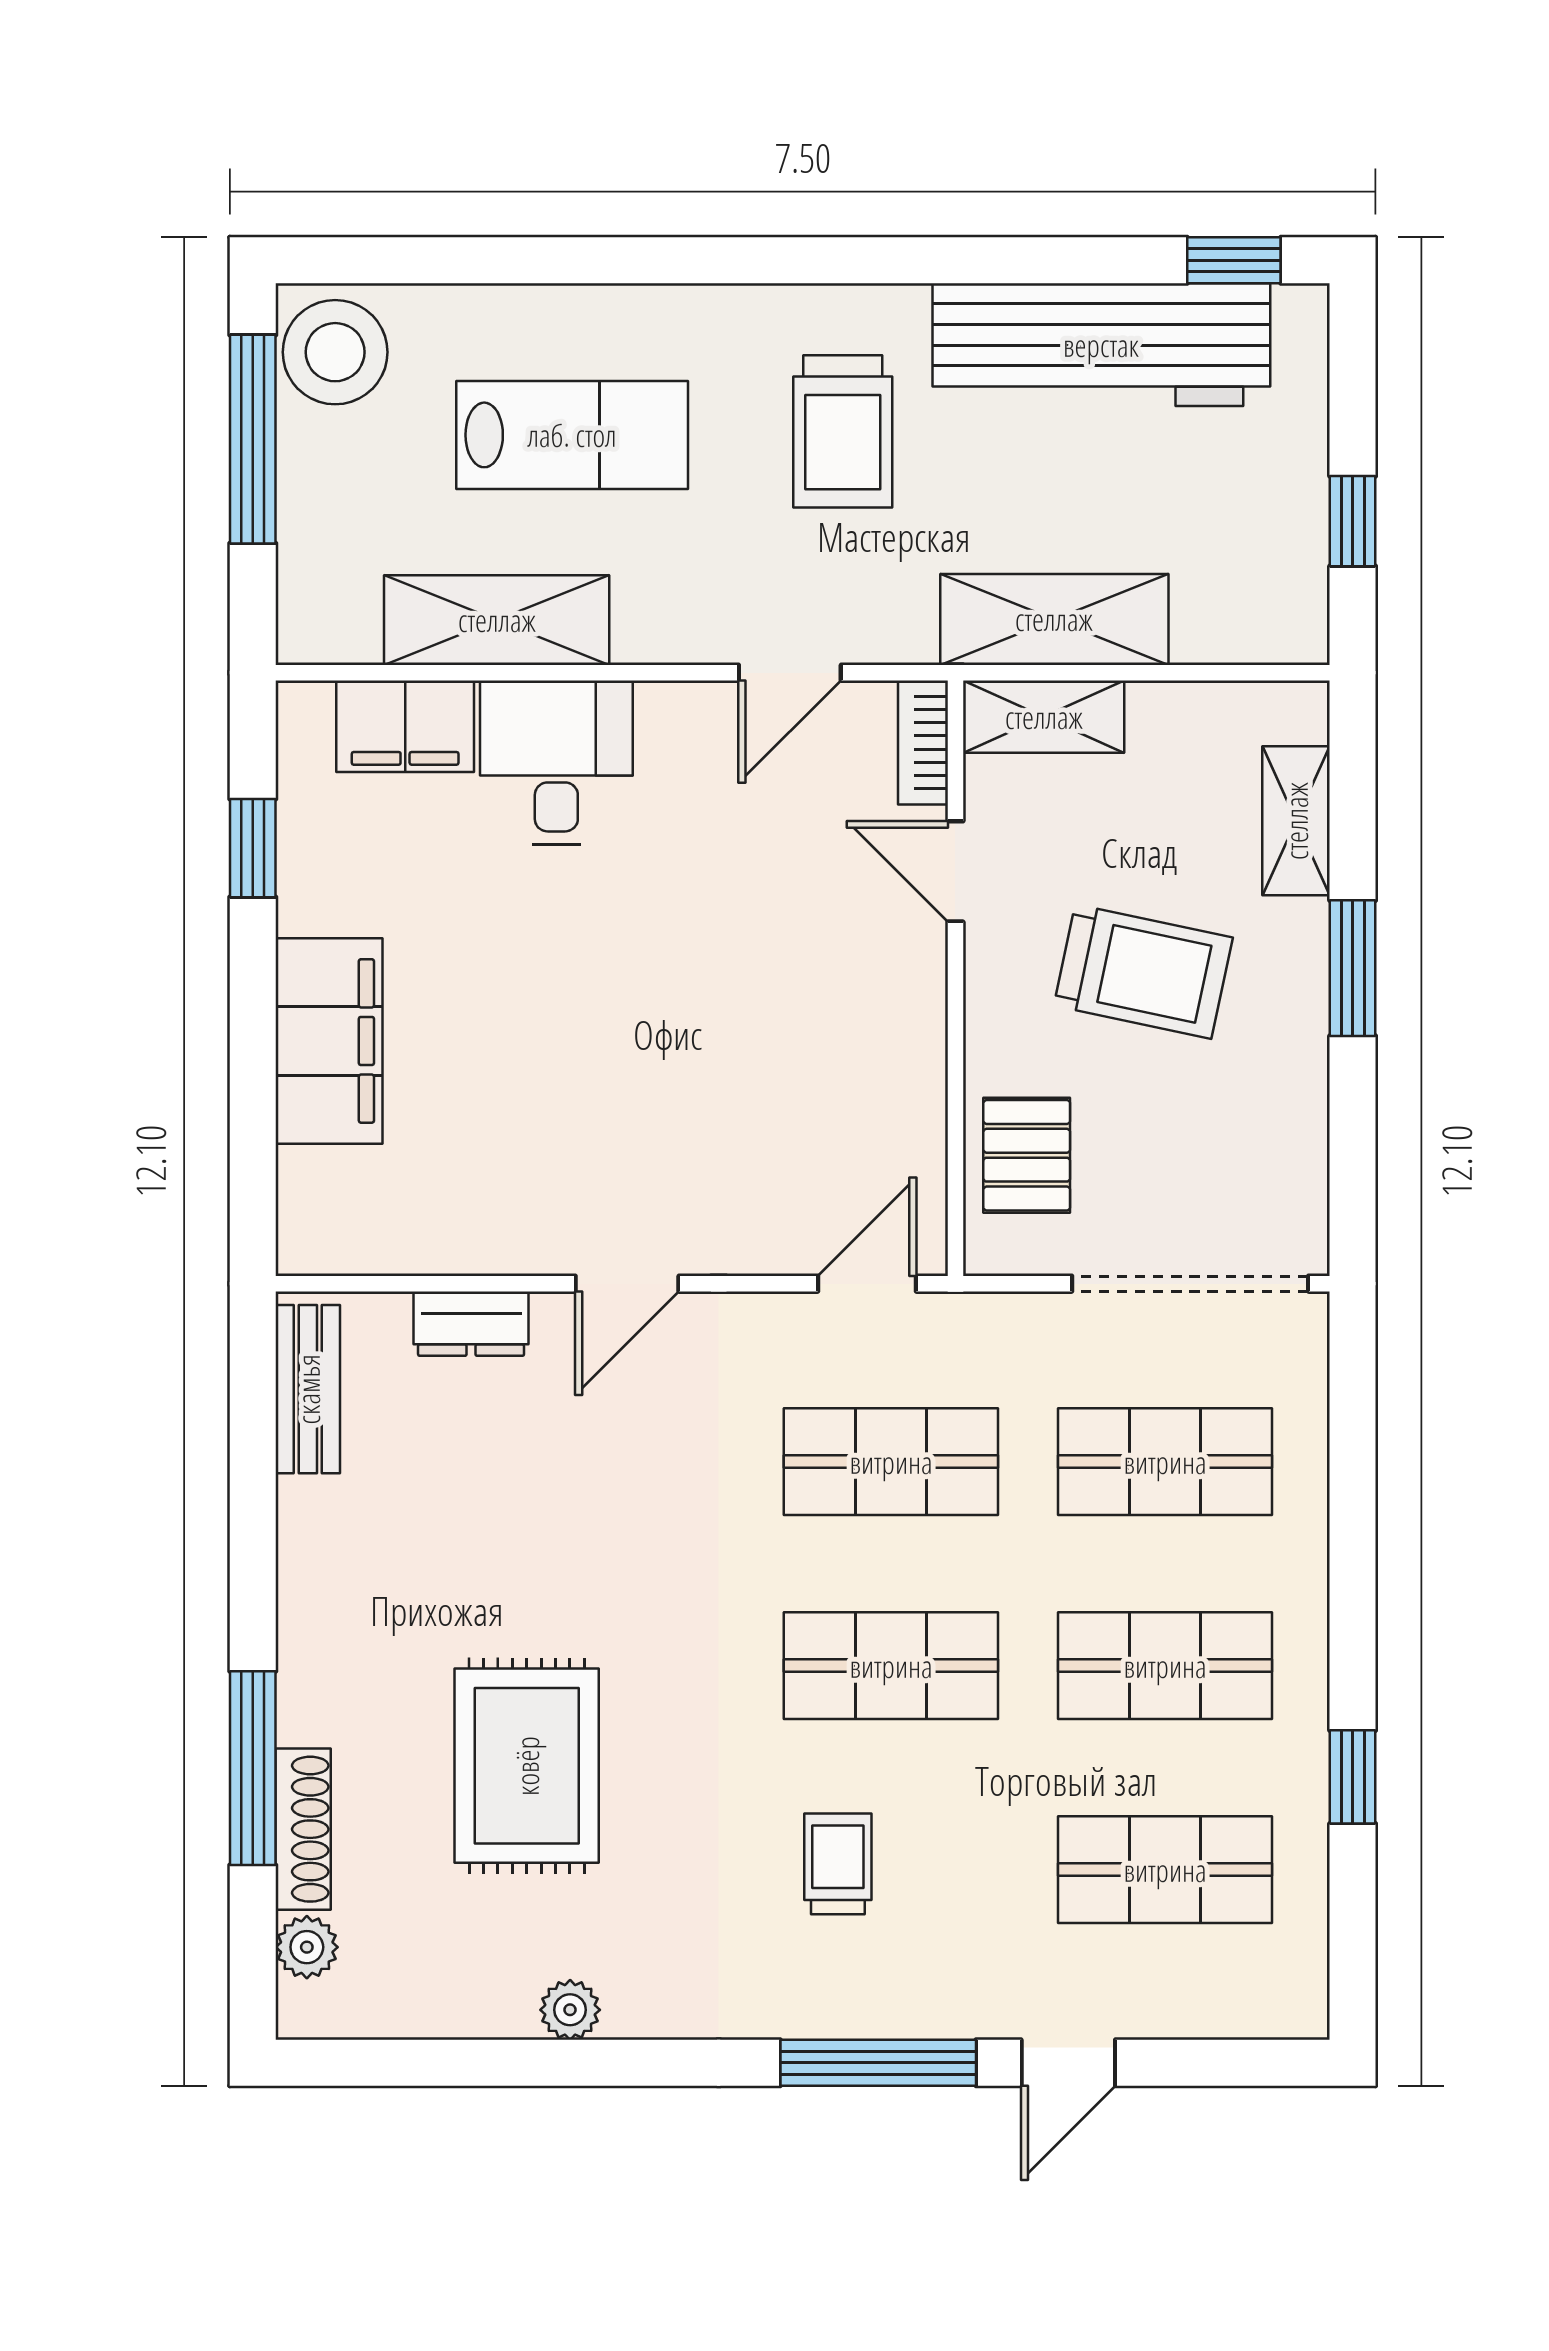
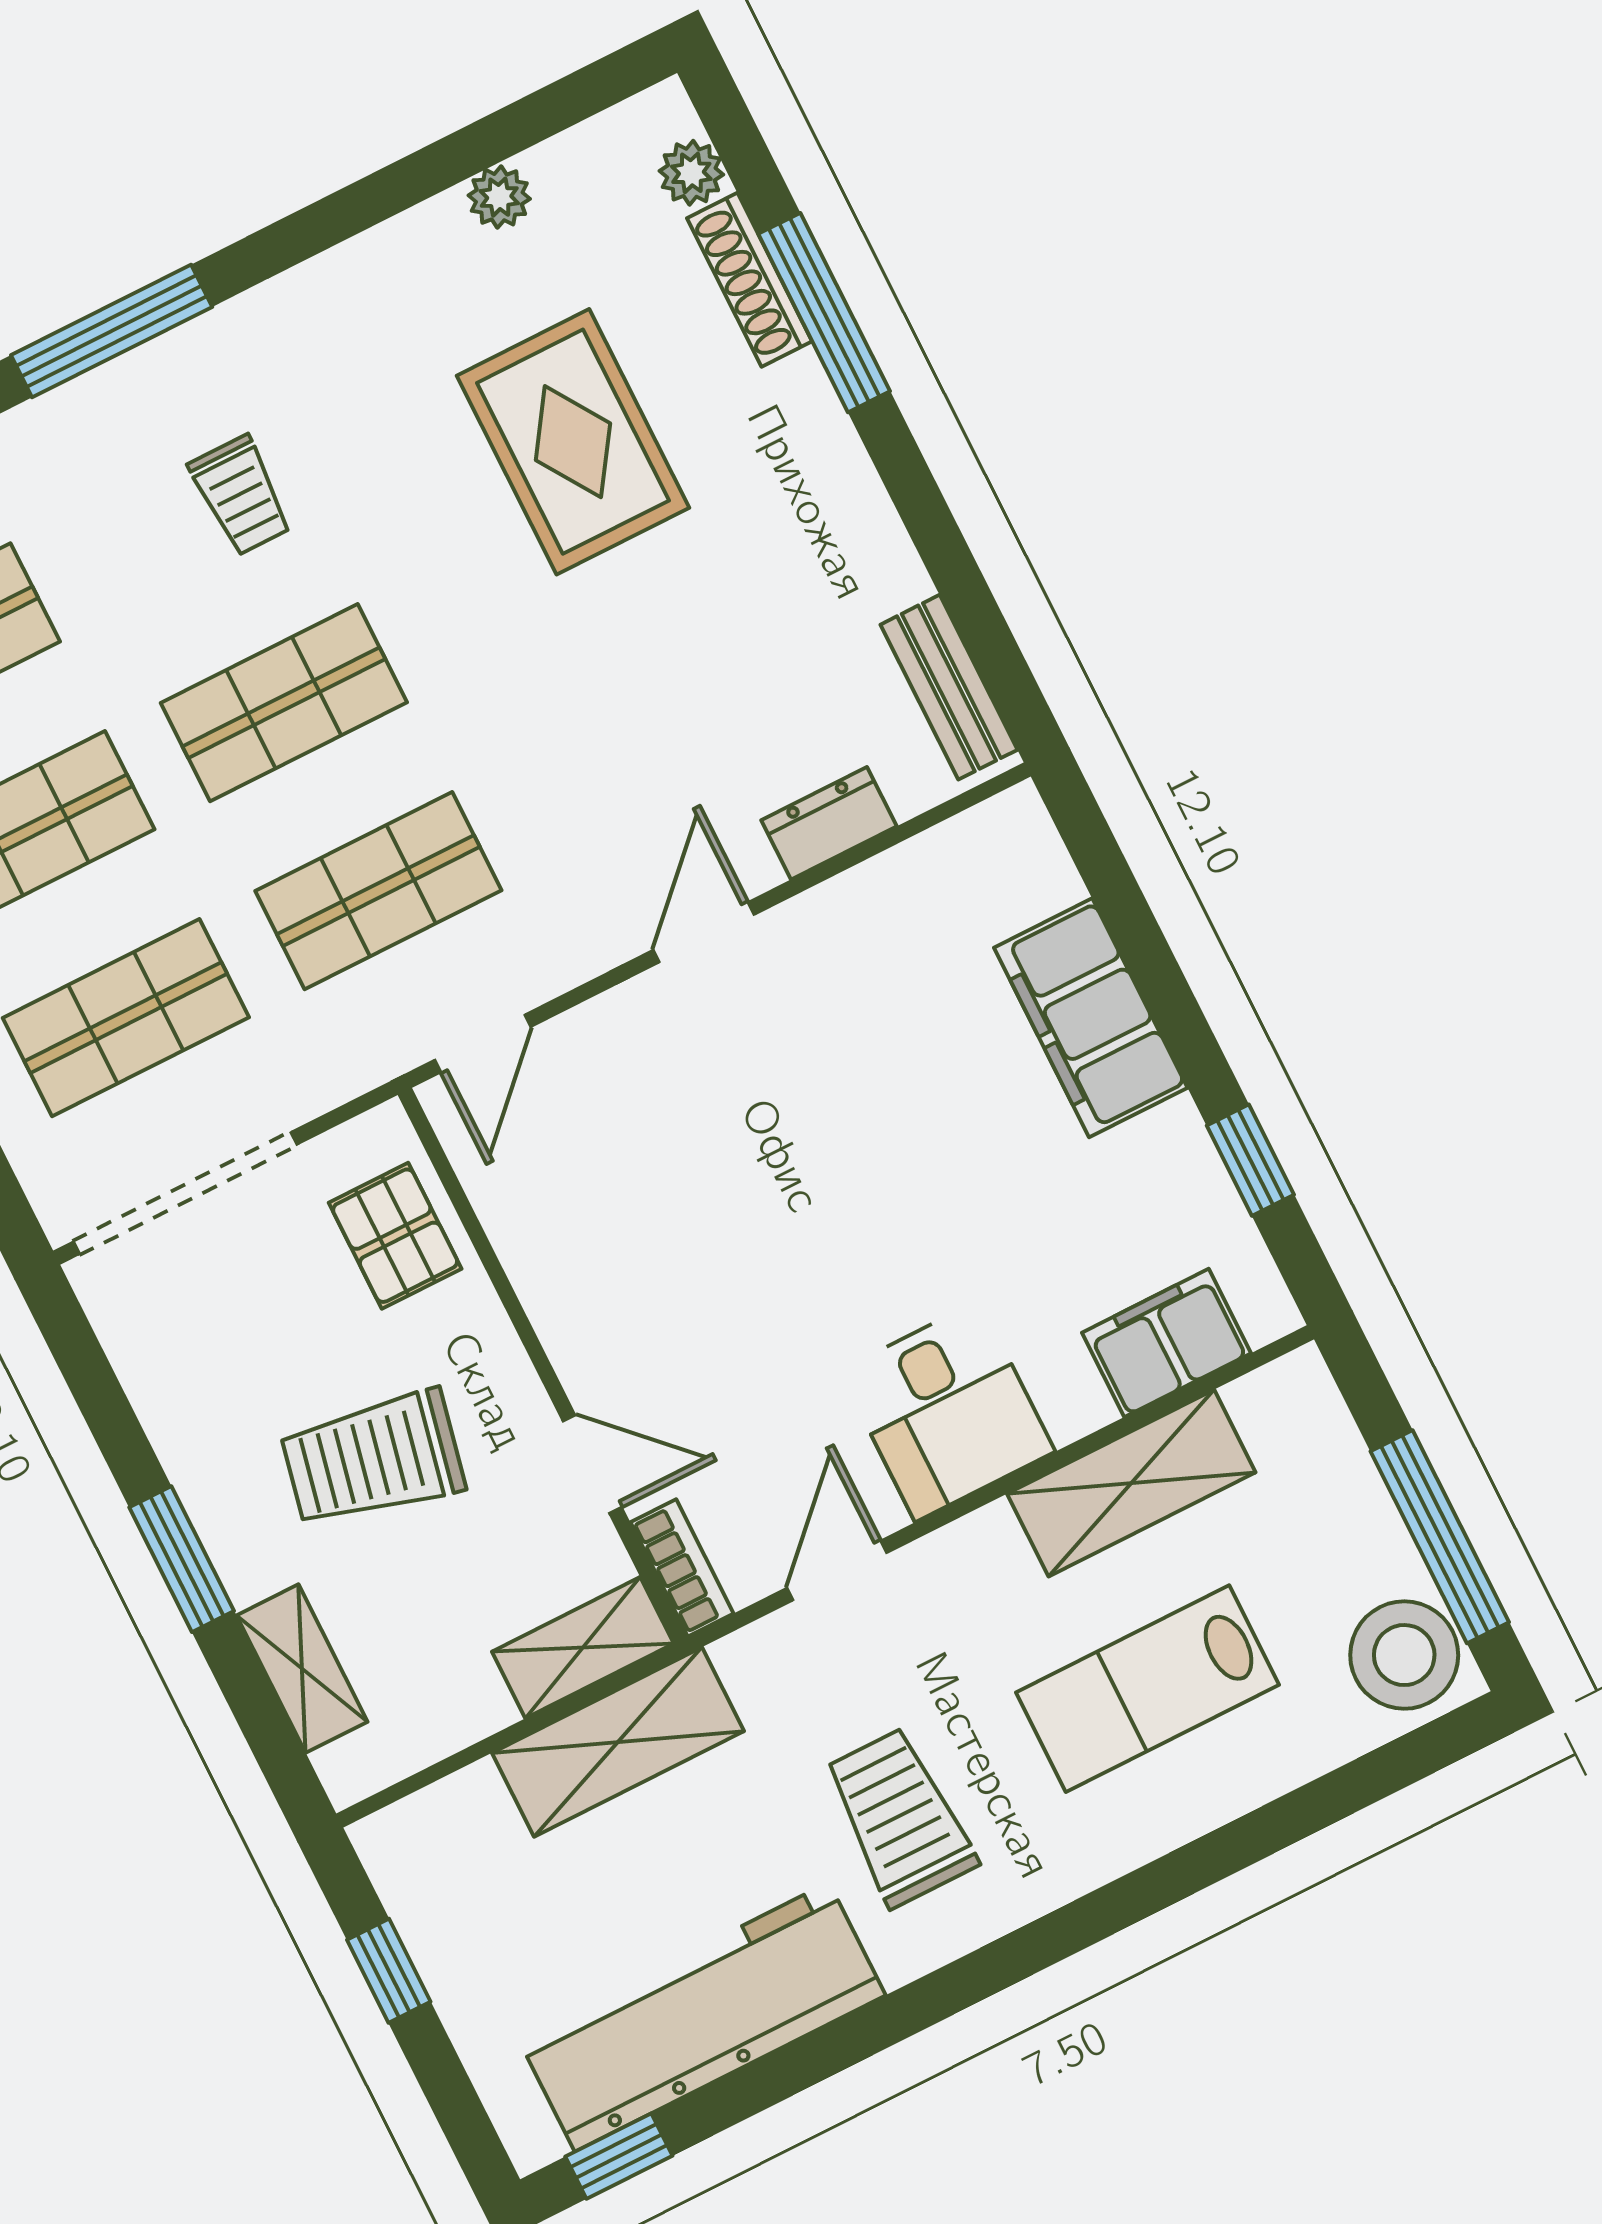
desk: (556, 763) -> (947, 1411), moved
plant: (570, 2010) -> (499, 197), moved

